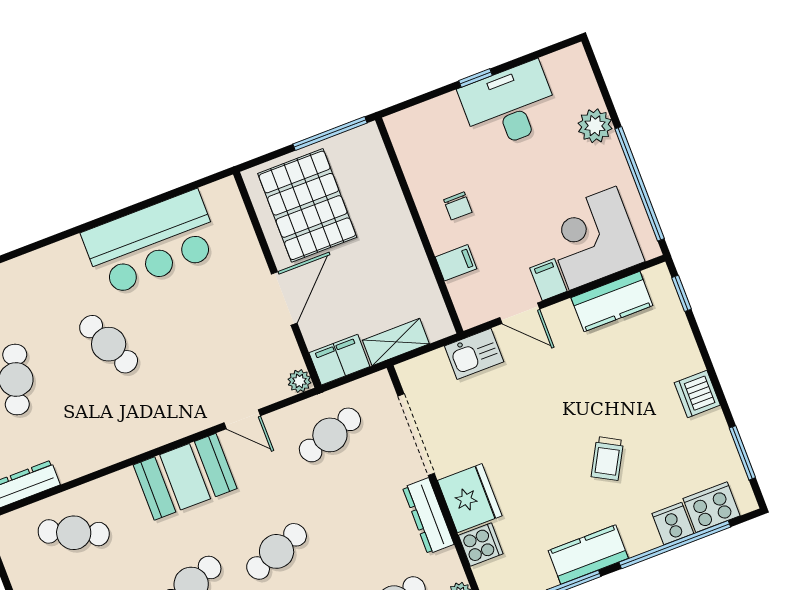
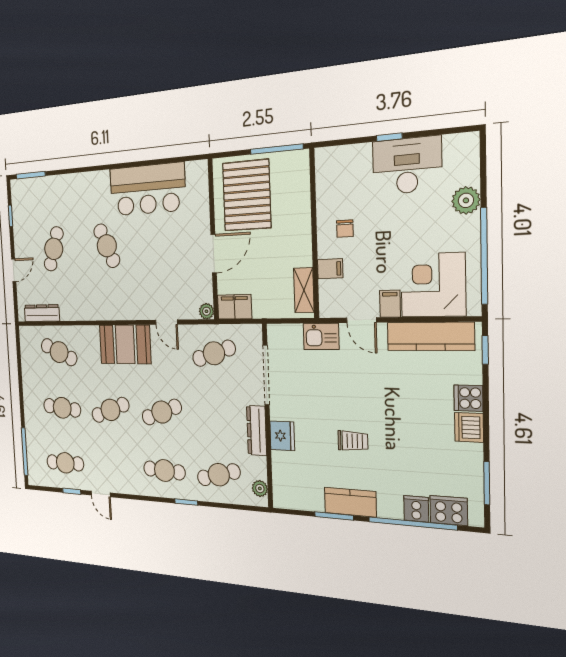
kitchen counter: (612, 302) -> (430, 336), width x1.50
shelving: (396, 342) -> (304, 290), moved, turned 90
trolley: (607, 459) -> (353, 441), moved, turned -119
fridge: (470, 498) -> (282, 436), width x0.73, depth x0.75
cooker: (481, 545) -> (468, 398), moved, turned 180

